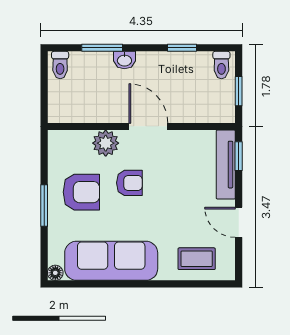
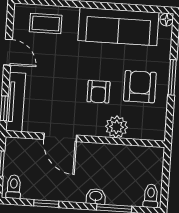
door: (148, 126) -> (60, 137), moved
armchair: (129, 183) -> (98, 92), turned -90
armchair: (81, 192) -> (140, 87), turned 90

